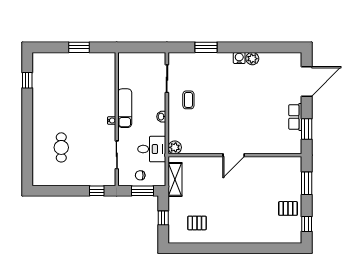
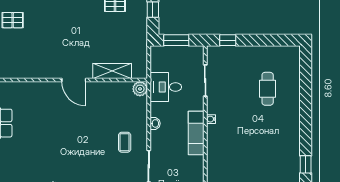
door: (234, 155) -> (74, 80), swing flipped
chair: (140, 175) -> (179, 57), removed
shelving: (175, 179) -> (112, 71), moved, turned 90

